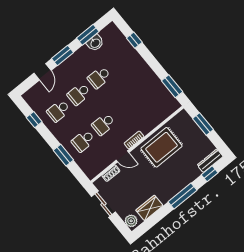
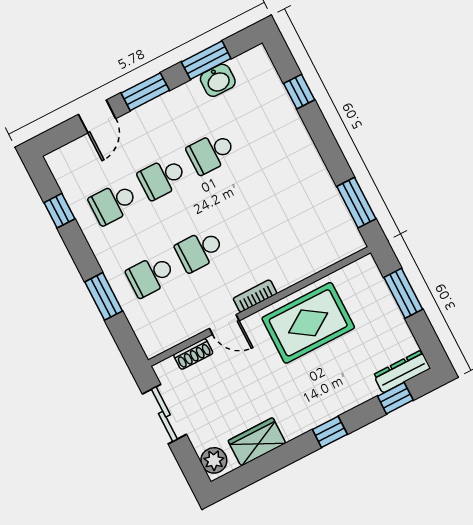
window: (182, 196) -> (330, 432), width x0.46

